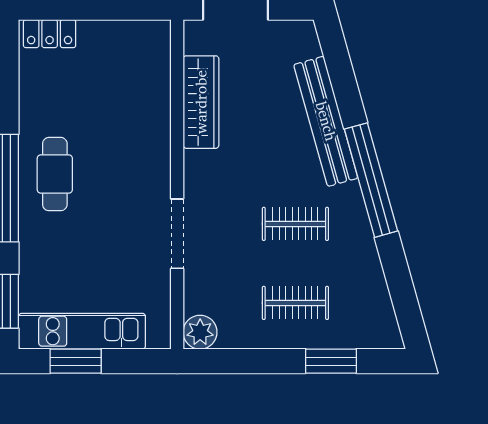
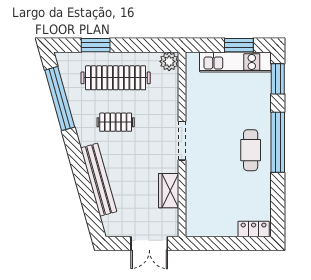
wardrobe: (201, 102) -> (169, 191), width x0.67
window: (371, 180) -> (60, 99), moved
doorway: (177, 234) -> (182, 141), moved
clothes rail: (295, 303) -> (116, 78), width x1.86, depth x1.31

